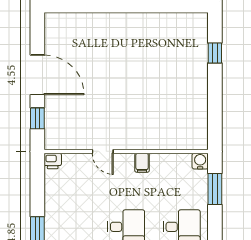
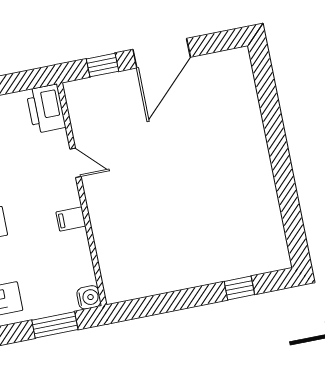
door: (103, 151) -> (75, 163), swing flipped
printer: (53, 161) -> (46, 109), width x1.87, depth x1.48

